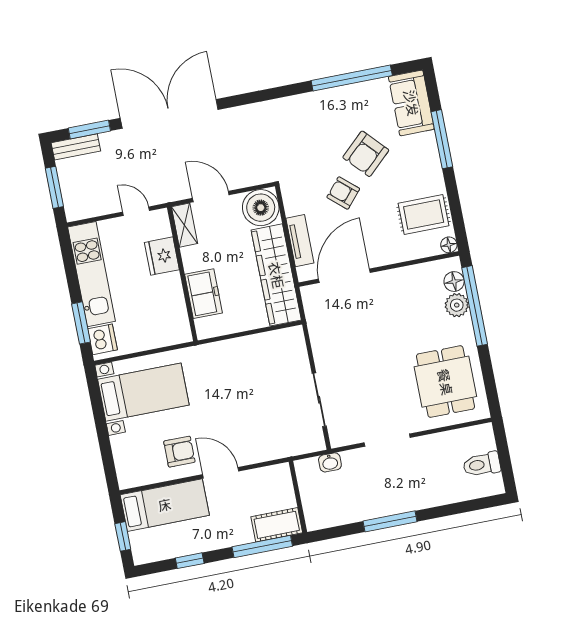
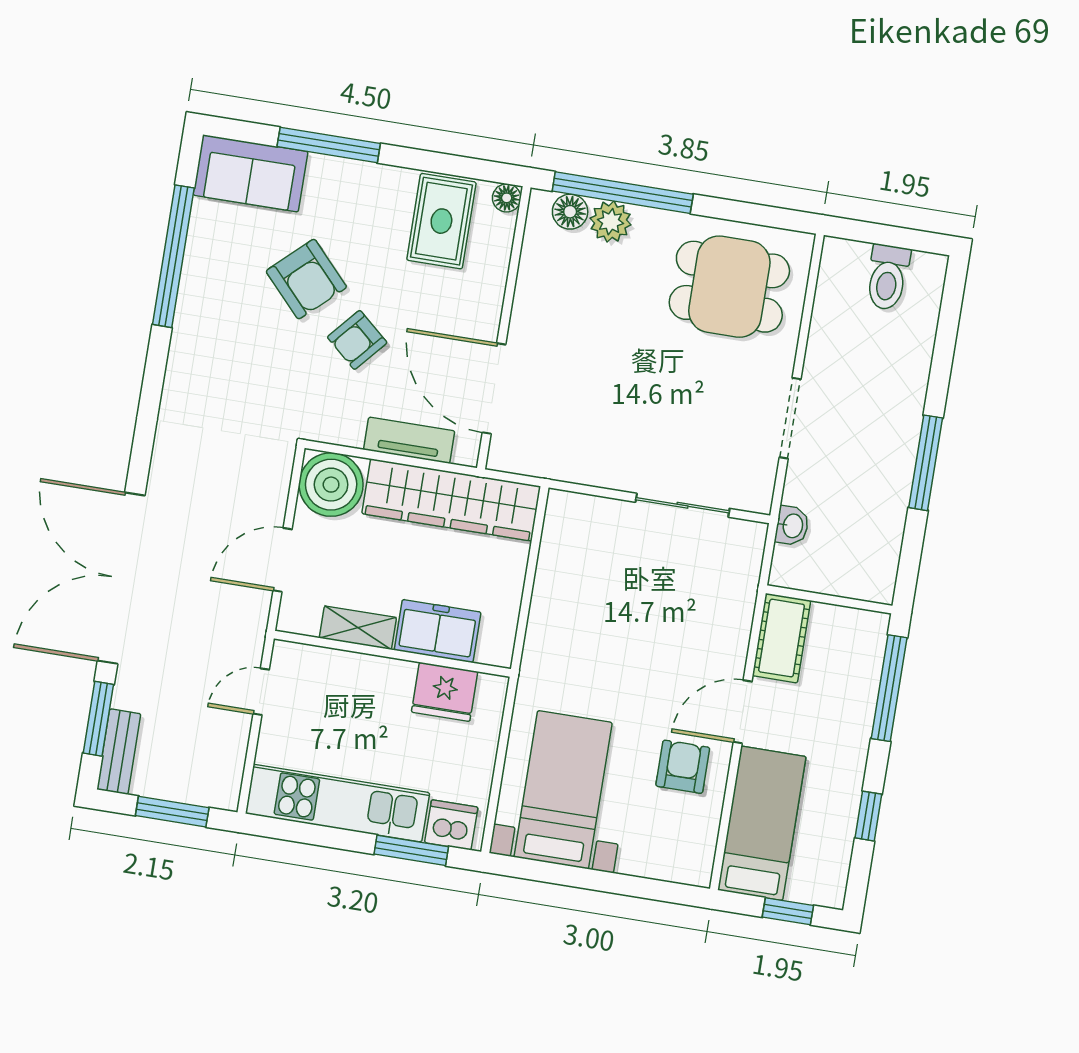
shelving: (185, 225) -> (358, 628), moved
fridge: (162, 256) -> (445, 692), moved
cot: (277, 525) -> (782, 638), moved

